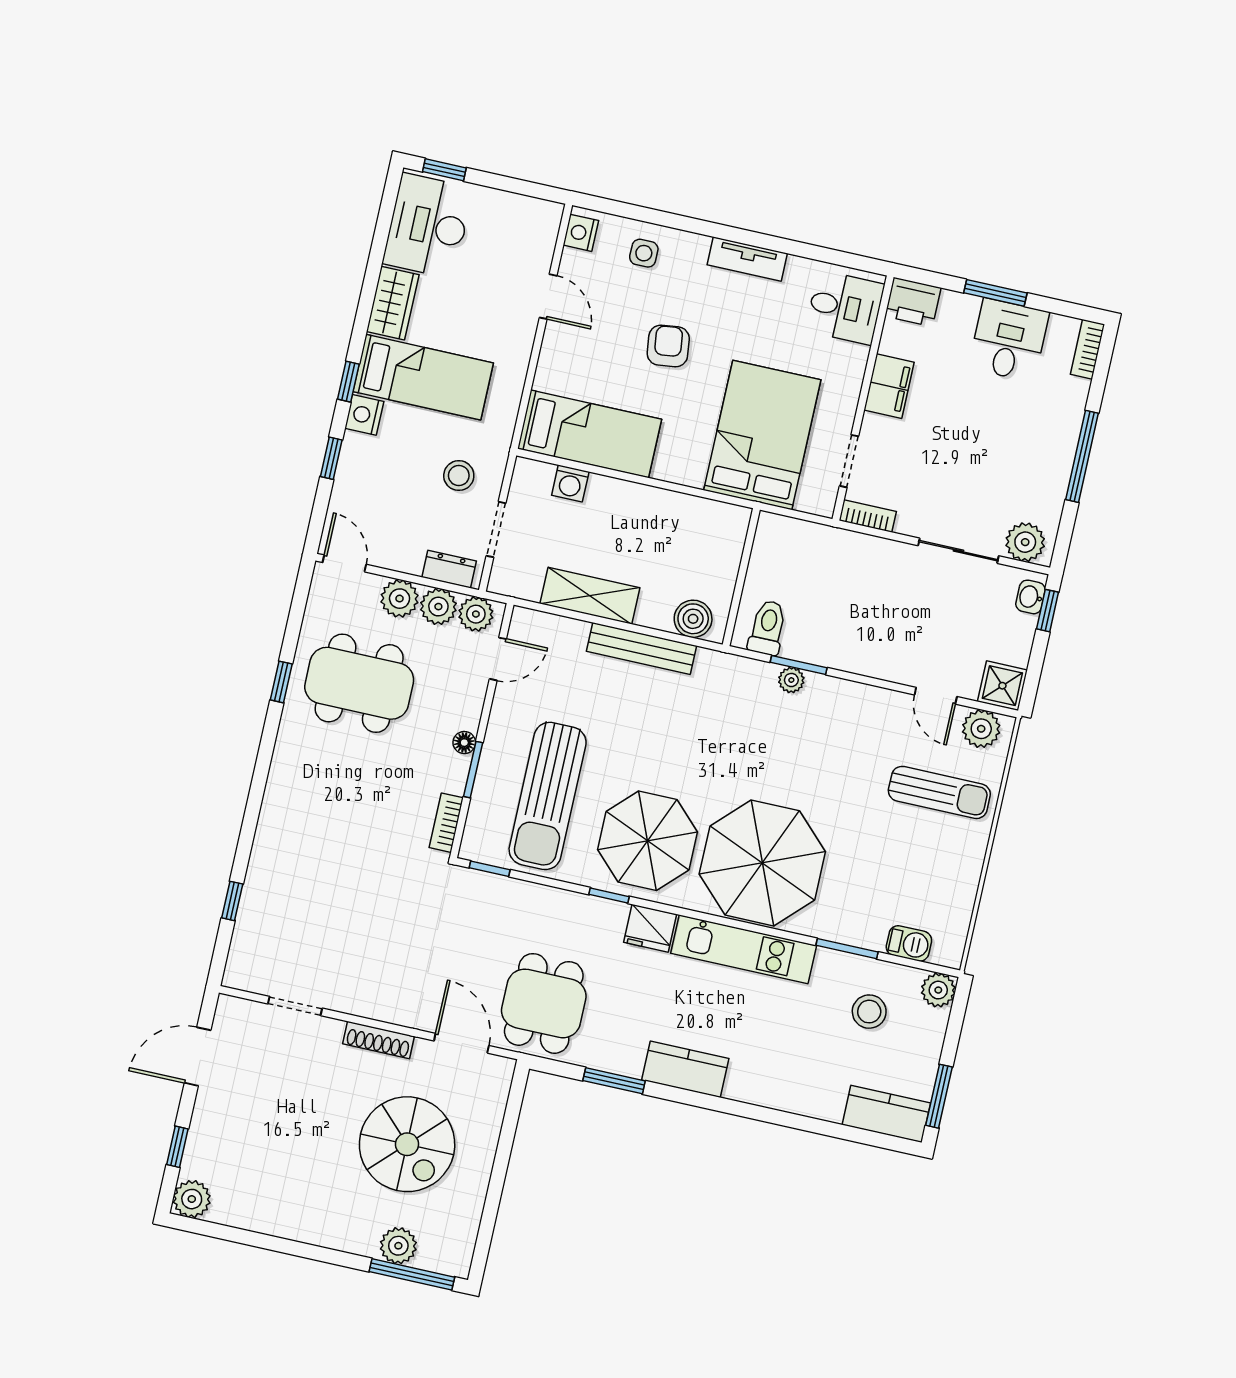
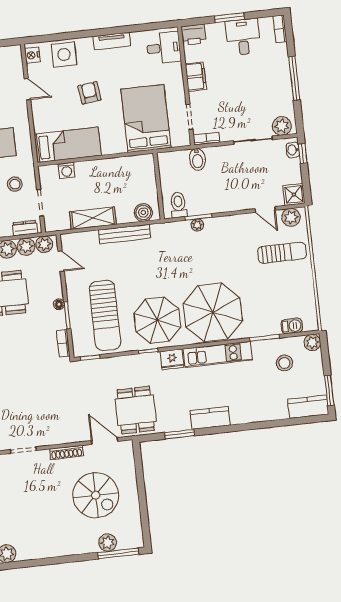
side table: (644, 253) -> (64, 55), width x1.87, depth x1.87
bidet: (836, 551) -> (197, 159), added
door: (498, 659) -> (61, 261), hinge flipped

